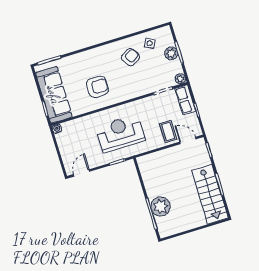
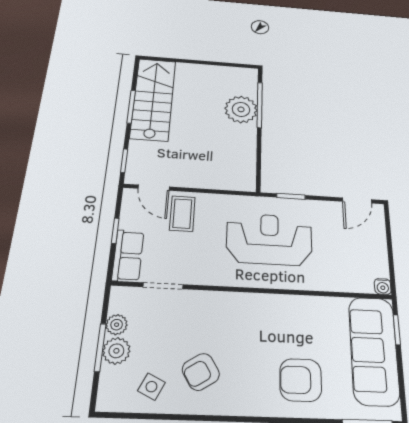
plant: (180, 79) -> (117, 325), moved
armchair: (97, 87) -> (301, 380), moved
reception desk: (120, 134) -> (269, 239), turned 180

